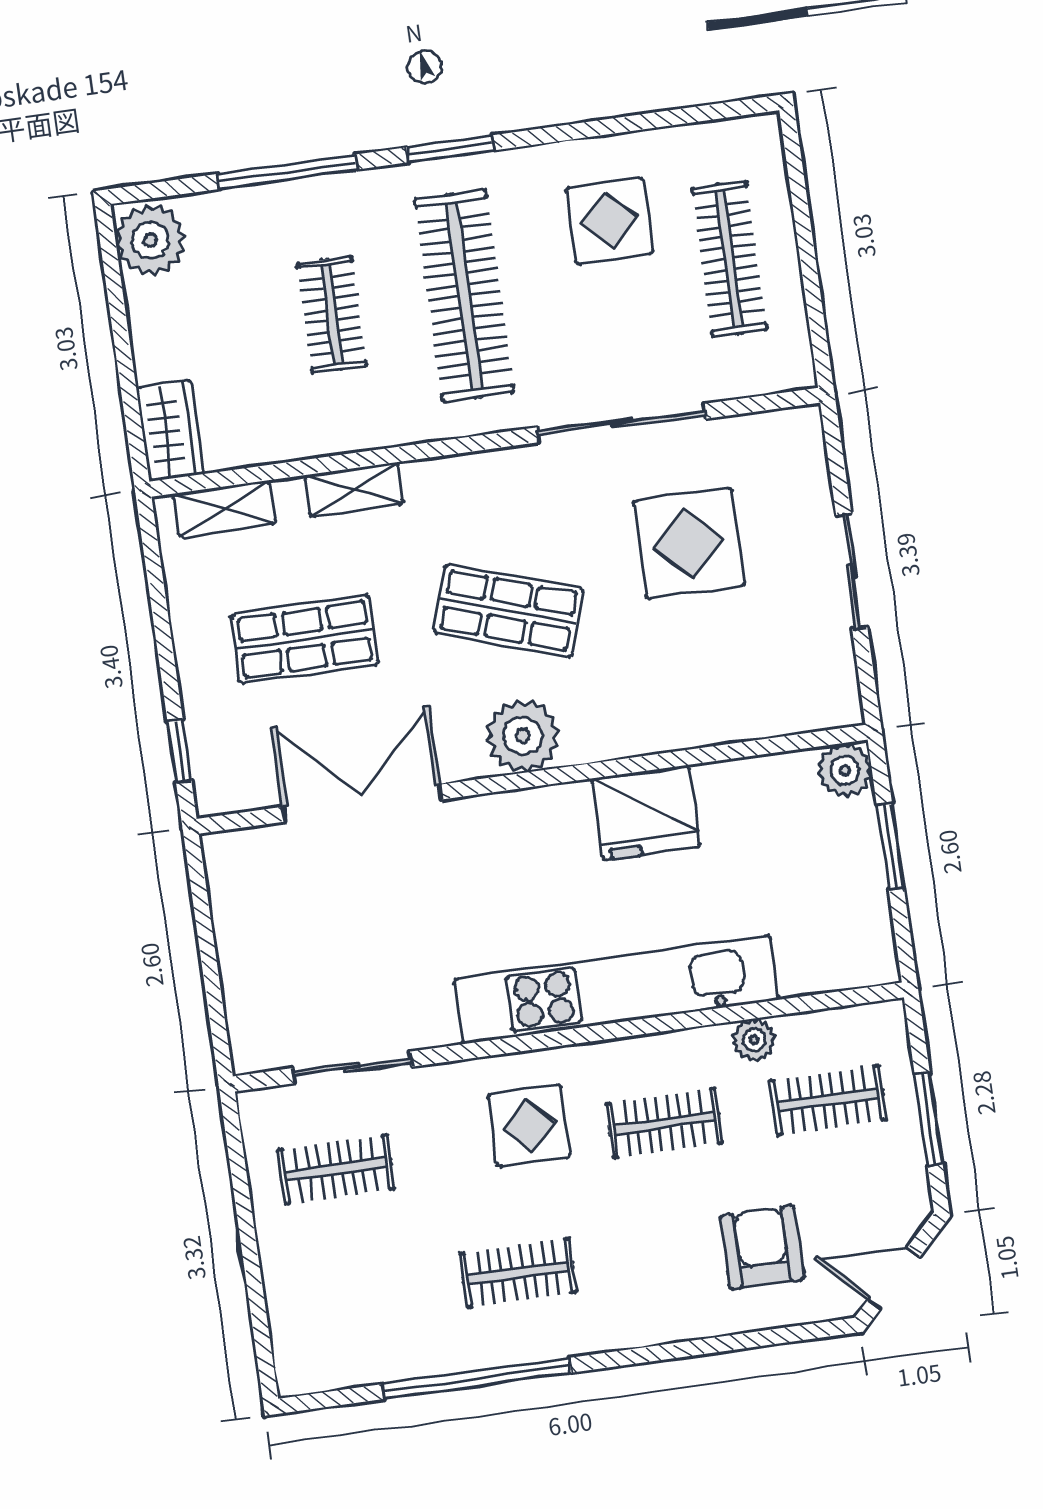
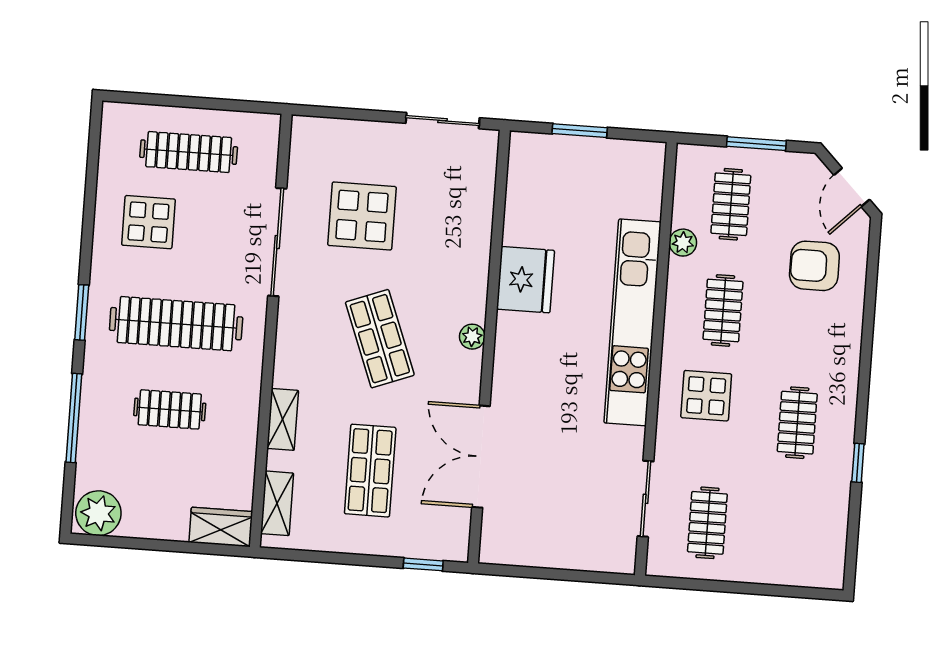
sliding door: (852, 571) -> (443, 121), moved
shop shelf: (508, 611) -> (380, 339), turned -39
plant: (523, 736) -> (472, 337), width x0.53, depth x0.53
plant: (845, 770) -> (526, 149), removed
window: (477, 1378) -> (858, 463), width x0.32

